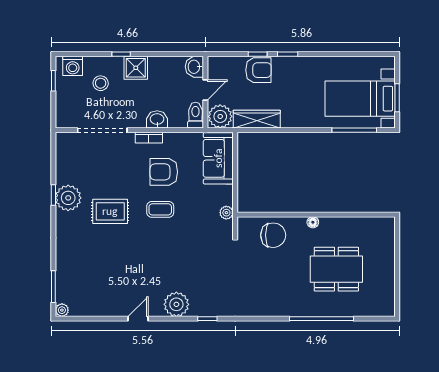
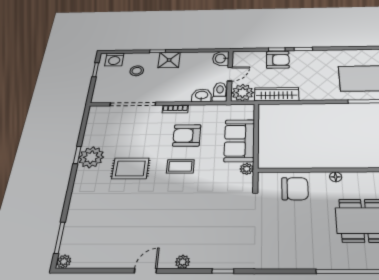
washbasin: (157, 119) -> (202, 95), moved
sofa: (218, 158) -> (239, 140), moved
plant: (176, 304) -> (183, 262), width x0.53, depth x0.53

